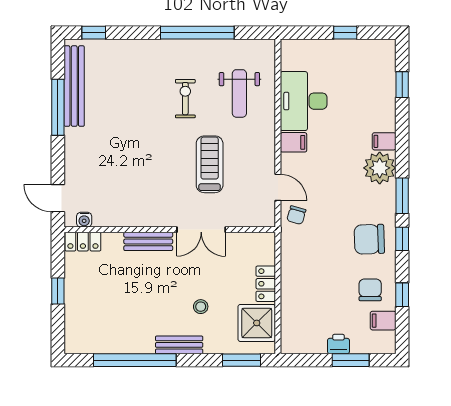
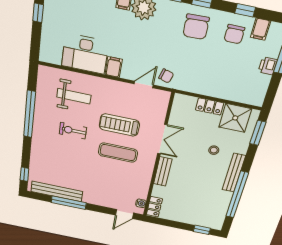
exercise mat: (165, 170) -> (118, 153), added
chair: (370, 290) -> (234, 34), turned -90
window: (58, 291) -> (202, 230), moved
bench: (179, 345) -> (234, 173), width x1.36

